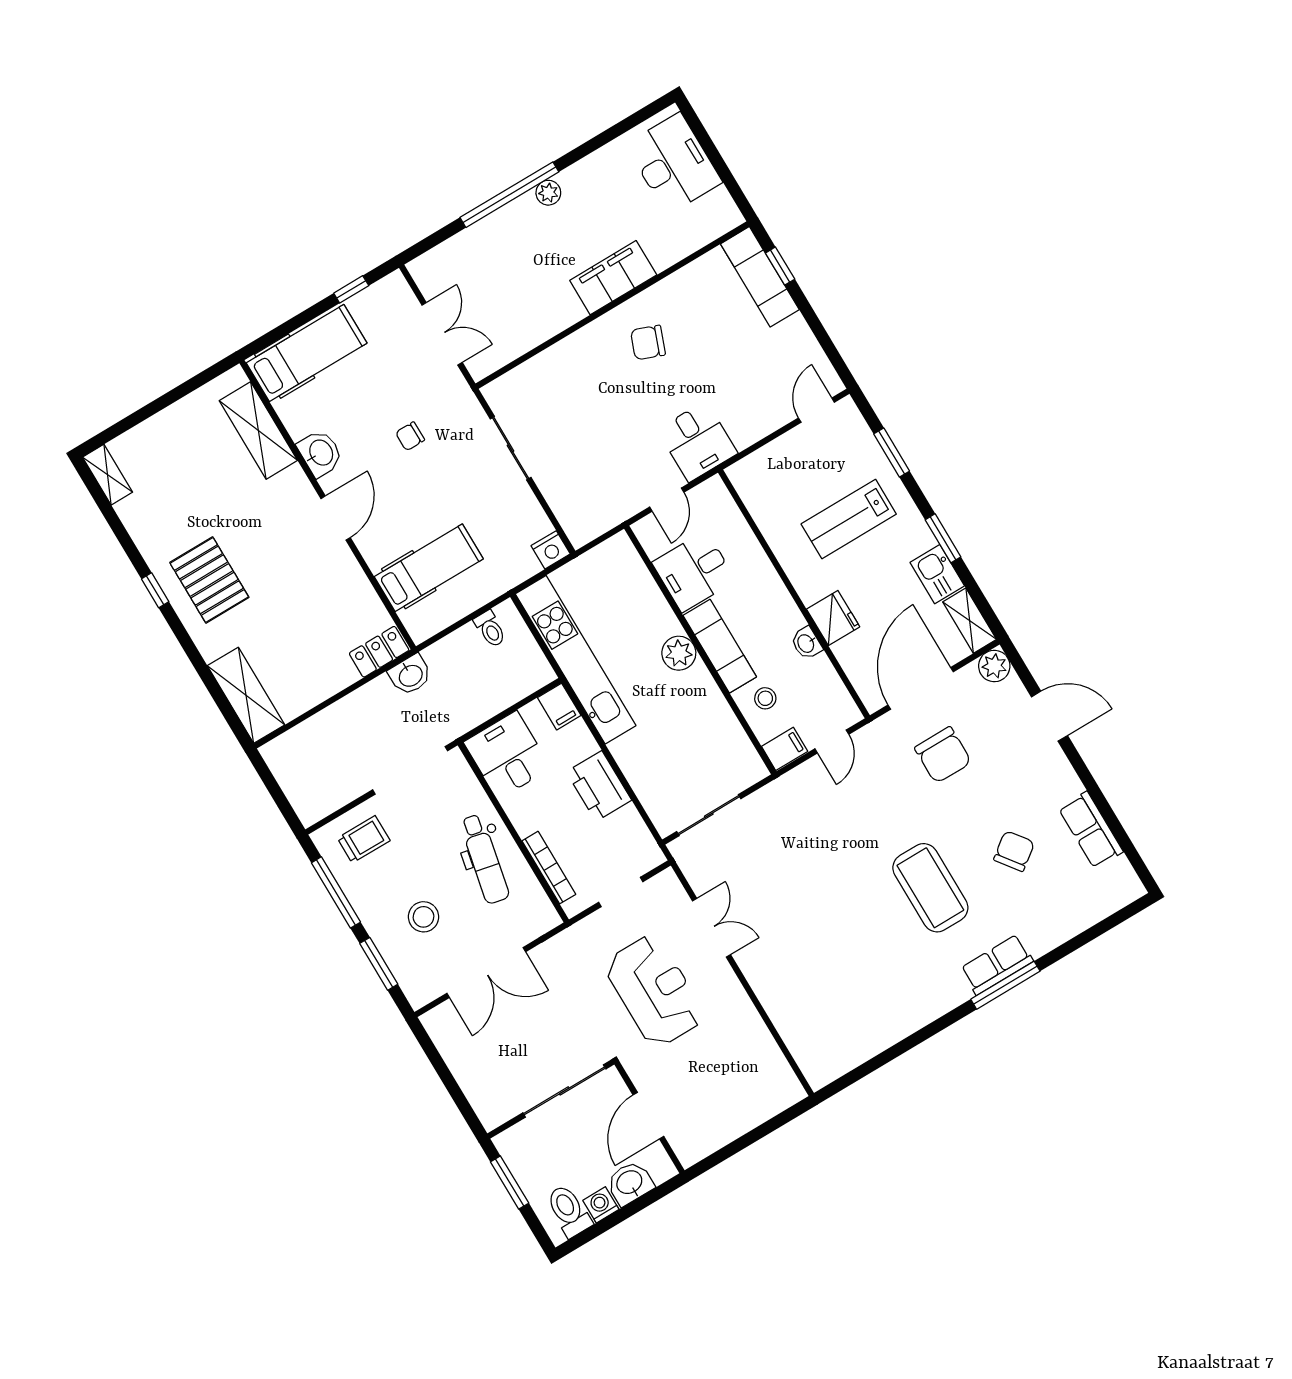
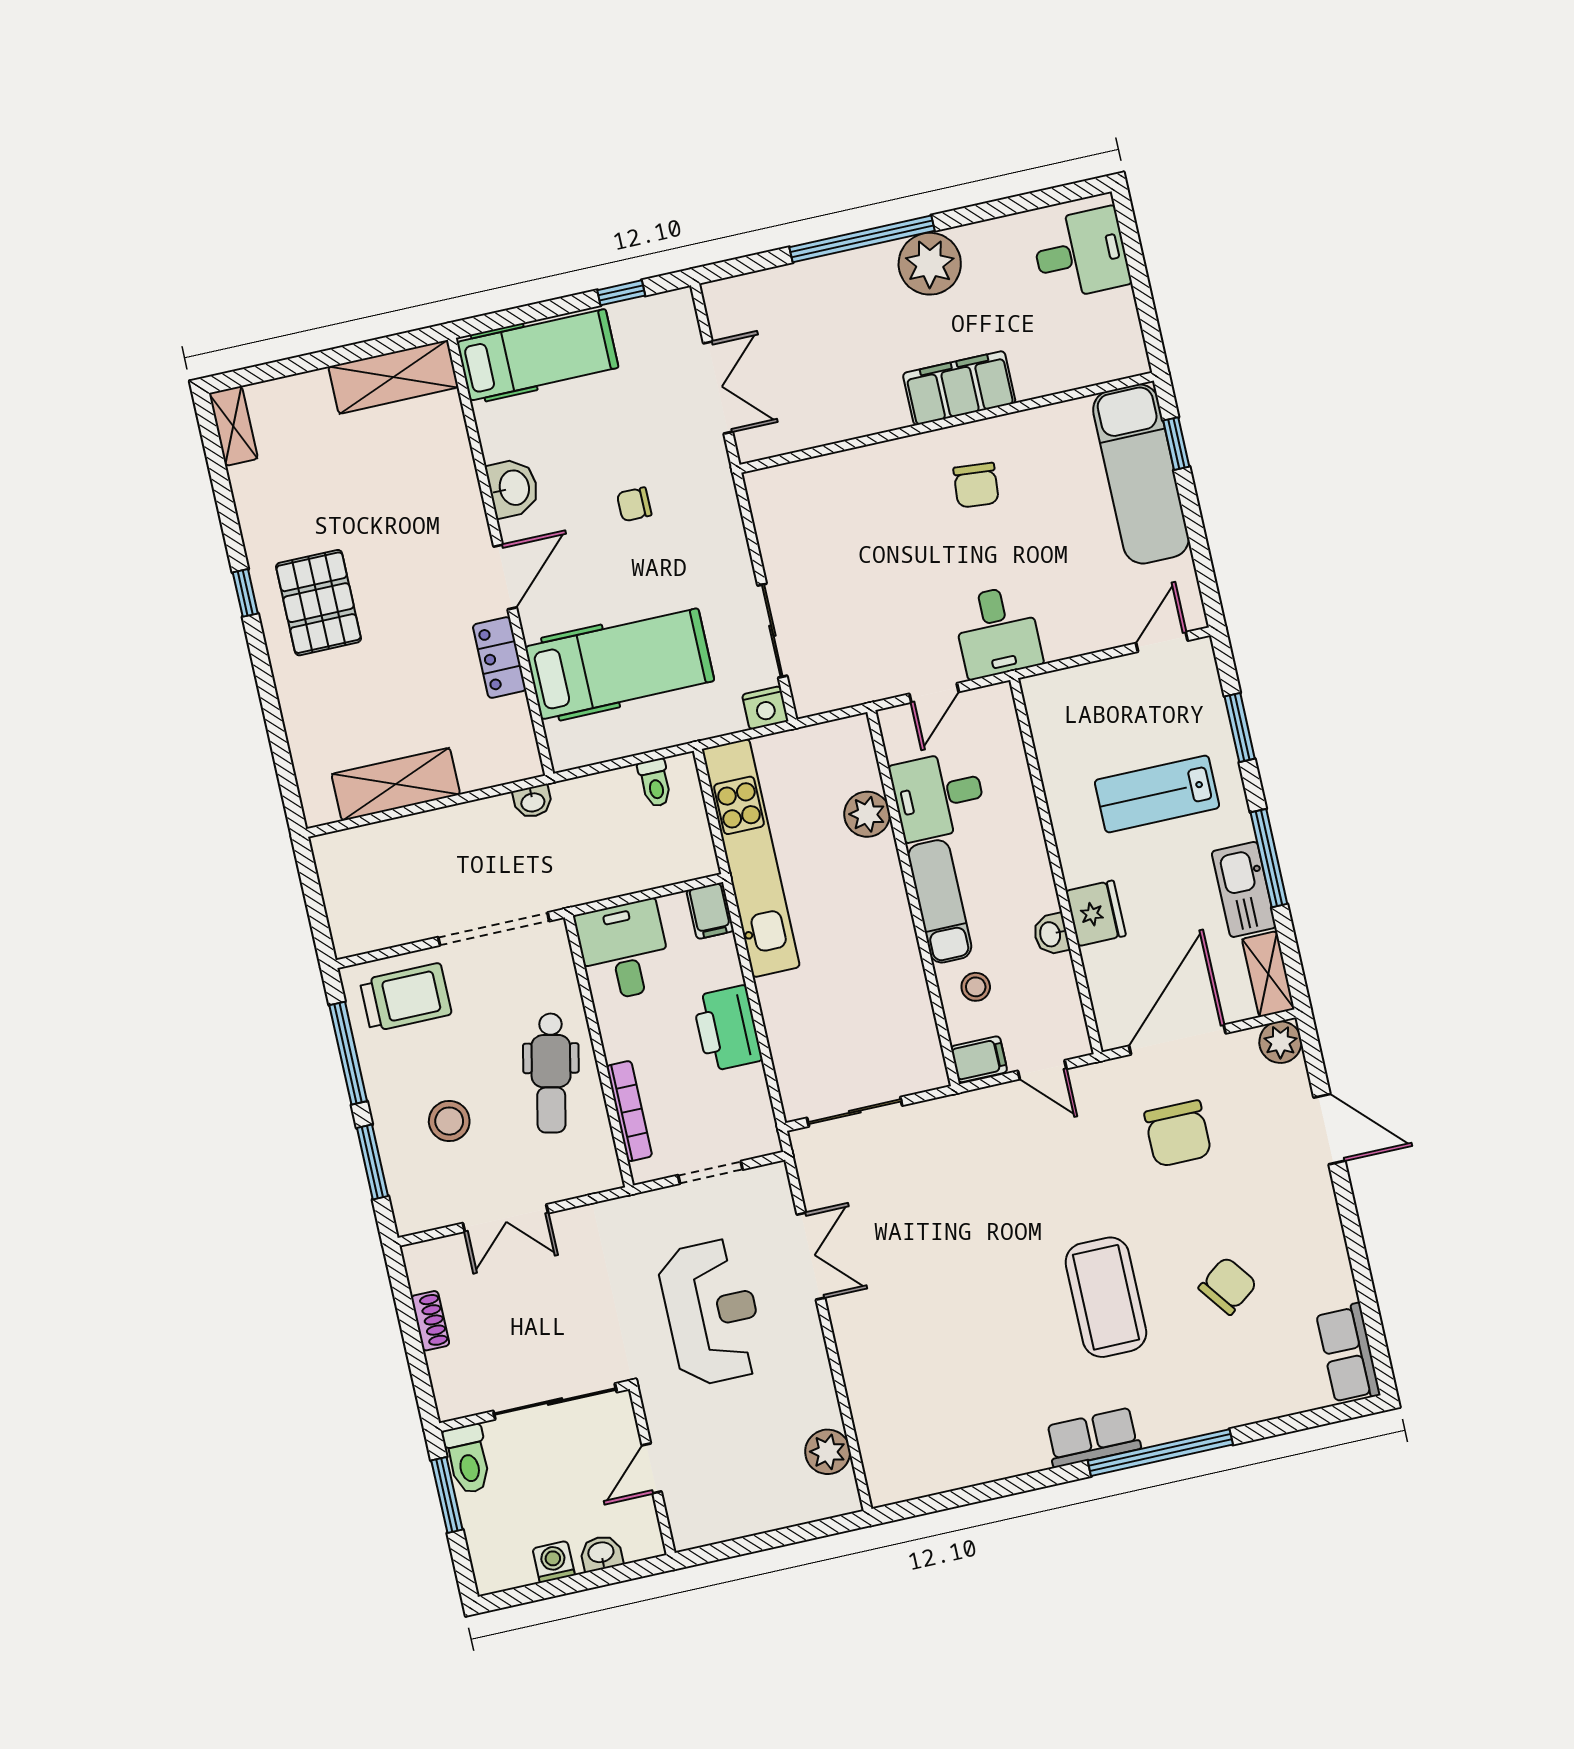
desk: (674, 164) -> (1081, 254), width x0.73
plant: (548, 193) -> (930, 264), width x1.87, depth x1.87
exam couch: (760, 277) -> (1141, 474), width x1.36, depth x1.45
chair: (648, 343) -> (976, 485), turned -106
shelving: (258, 430) -> (393, 377), moved, turned 90
sliding door: (511, 448) -> (772, 631), moved
window: (943, 538) -> (1269, 858), width x1.44
hospital bed: (429, 568) -> (620, 664), width x1.37, depth x1.29
kitchen sink: (937, 574) -> (1244, 889), width x1.38
locker: (379, 652) -> (499, 658), moved, turned -90
plant: (679, 653) -> (867, 814), moved
washbasin: (410, 675) -> (533, 802), width x0.72, depth x0.69
shelving: (246, 695) -> (396, 784), moved, turned 90
door: (832, 742) -> (1042, 1070), hinge flipped
row of seats: (1091, 830) -> (1348, 1354), moved
trolley: (364, 839) -> (406, 997), width x1.36, depth x1.39
row of seats: (997, 965) -> (1093, 1438), moved
double door: (486, 972) -> (505, 1218), width x0.73
window: (1005, 985) -> (1160, 1453), width x1.46
shoe rack: (457, 1063) -> (430, 1321), added
plant: (769, 1063) -> (828, 1452), added
door: (648, 1116) -> (652, 1468), width x0.73
washbasin: (630, 1183) -> (601, 1553), width x0.72, depth x0.69
toilet: (569, 1211) -> (468, 1459), moved, turned 180

